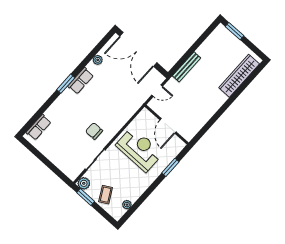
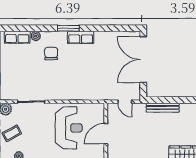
plant: (98, 60) -> (36, 36), moved
chair: (94, 131) -> (51, 54), moved

